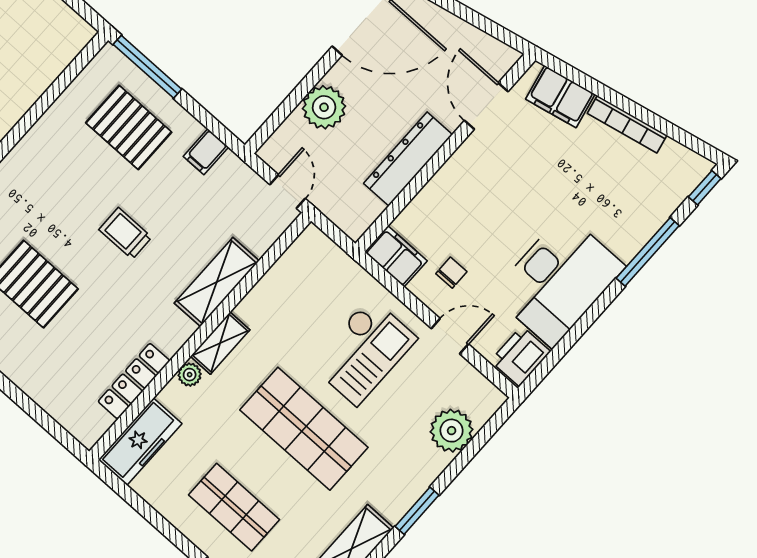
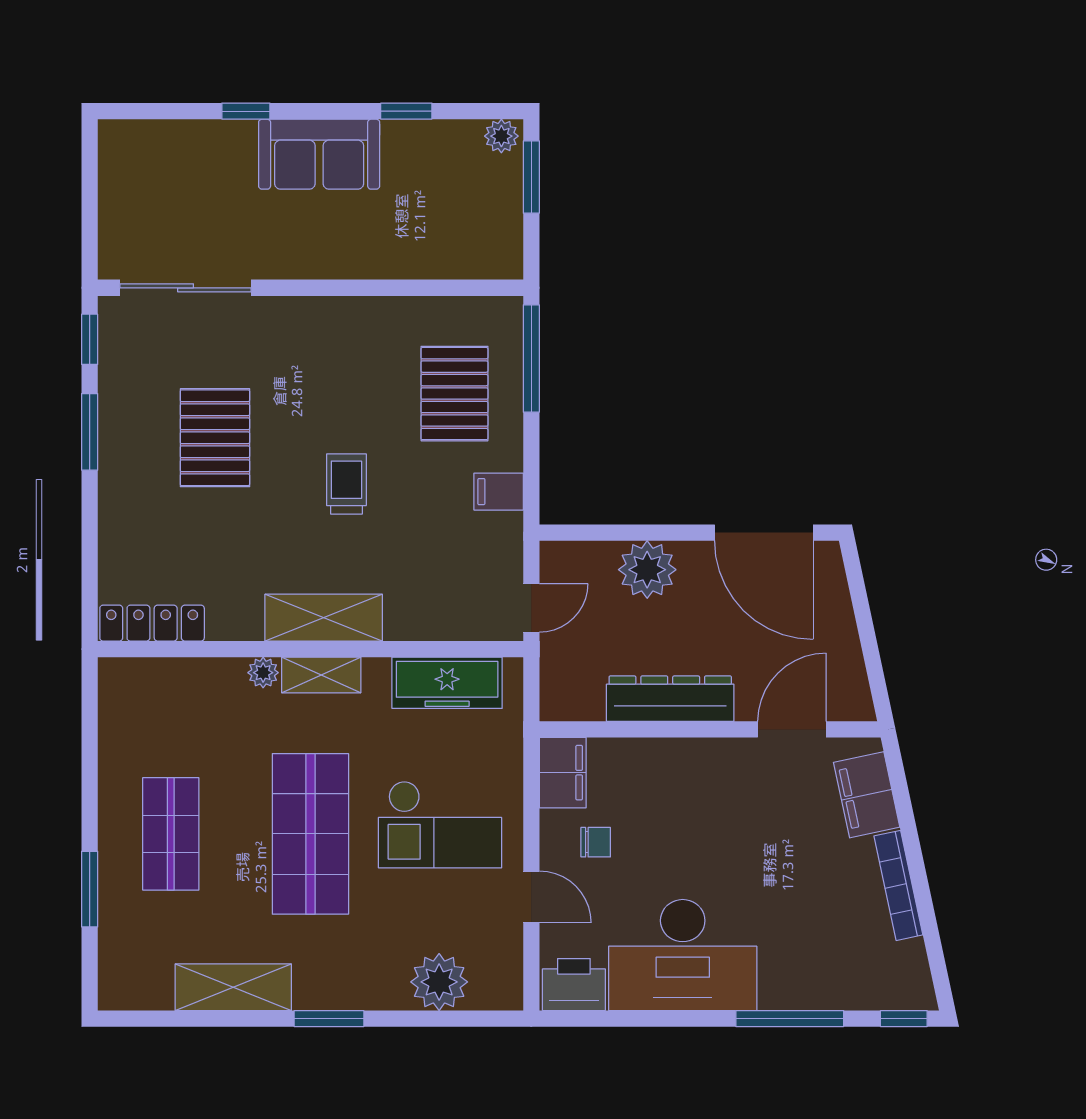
shelving: (217, 282) -> (324, 618), moved
locker: (134, 381) -> (152, 623), moved
freezer: (140, 442) -> (447, 683), moved

